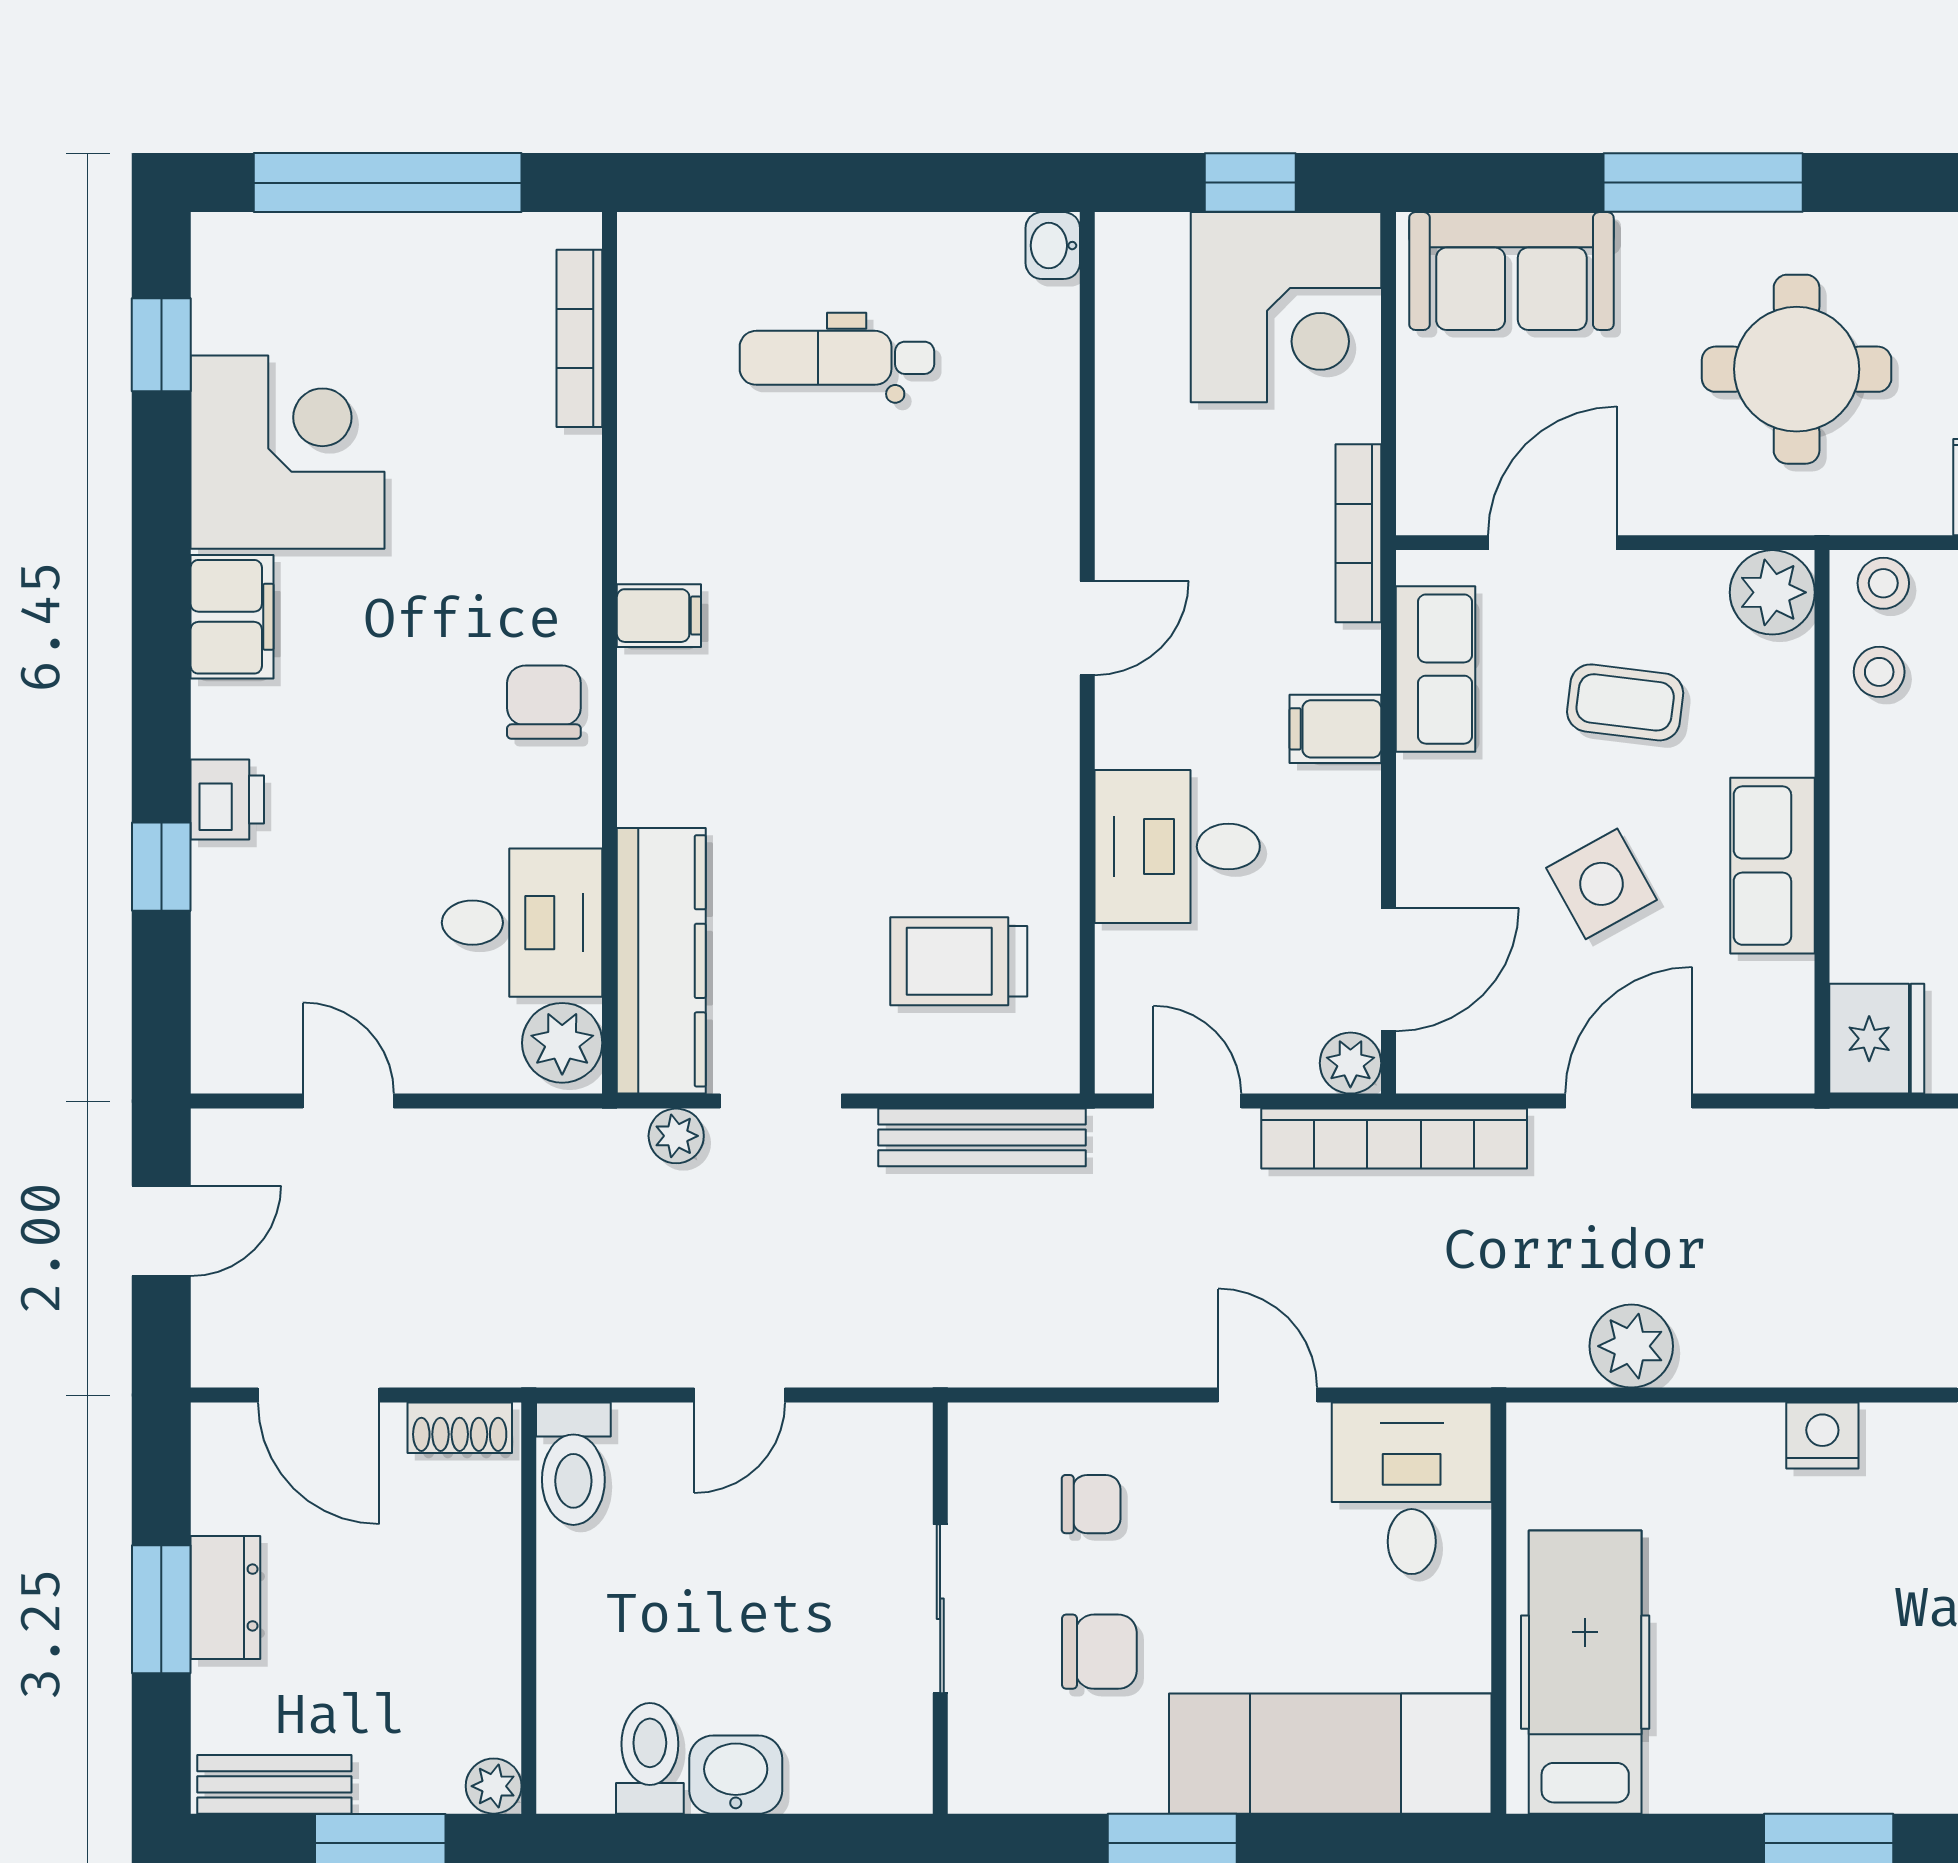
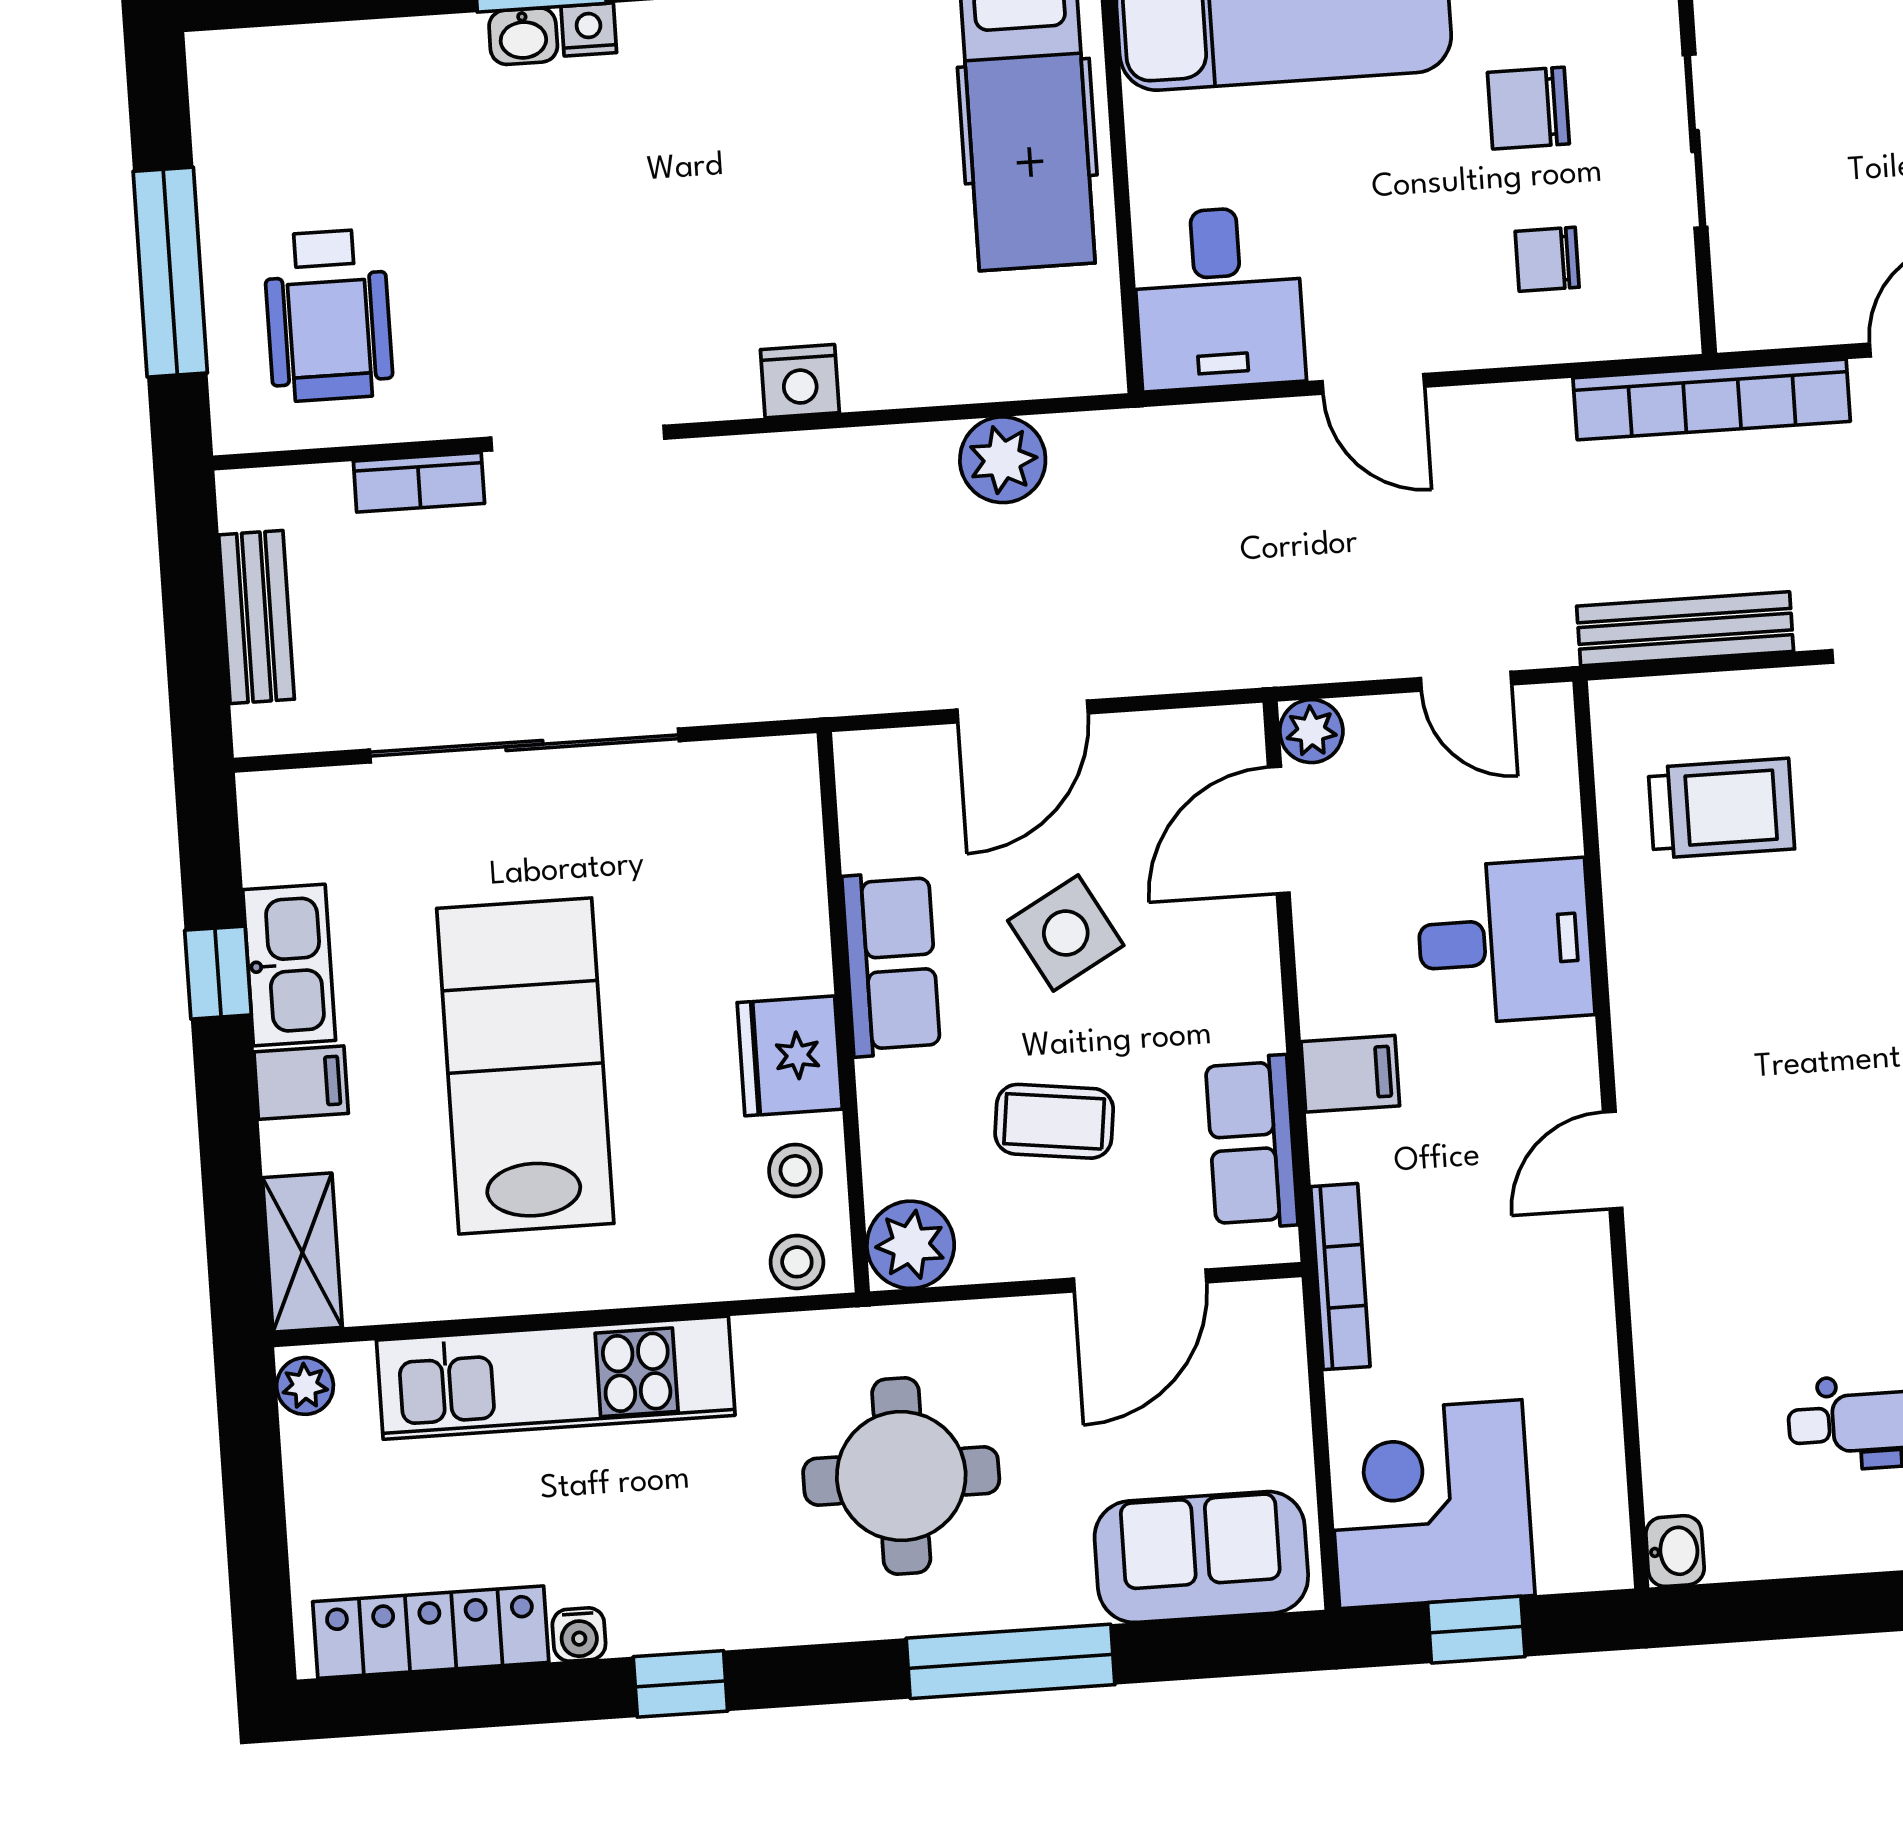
fridge: (1877, 1039) -> (790, 1056), moved
bookcase: (1394, 1139) -> (1712, 400), moved, turned 180

